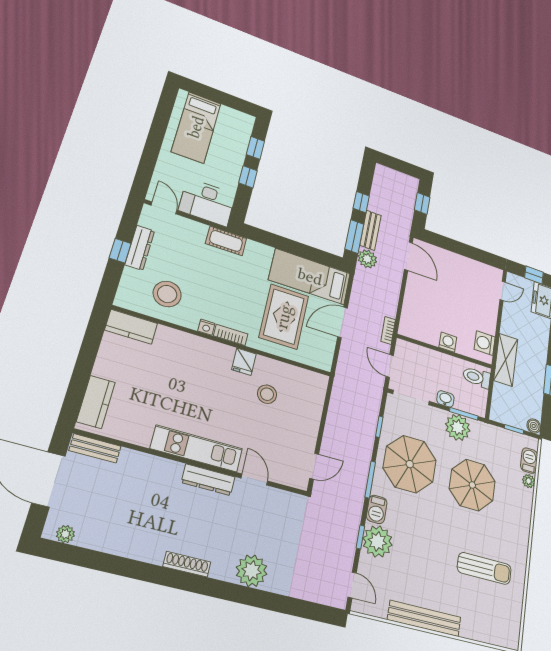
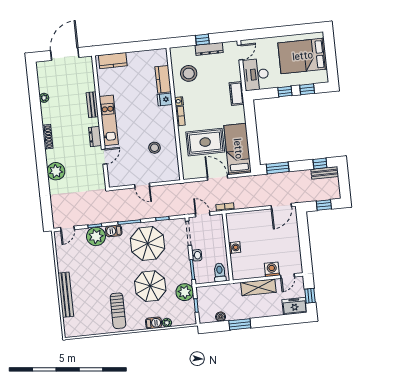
bed: (196, 127) -> (303, 56), width x1.50
window: (361, 202) -> (320, 164), moved
bench: (371, 230) -> (325, 173), moved
plant: (367, 259) -> (266, 180), removed
door: (503, 291) -> (288, 276), hinge flipped
kitchen counter: (131, 327) -> (163, 79), moved
washing machine: (485, 343) -> (272, 269), moved
shelving: (506, 360) -> (258, 287), moved
fridge: (244, 362) -> (165, 99), moved
door: (390, 366) -> (203, 214), hinge flipped
boiler: (534, 426) -> (221, 317), moved
plant: (458, 427) -> (185, 292), moved
bench: (95, 448) -> (92, 105), moved
barbecue: (529, 461) -> (154, 323), moved
door: (314, 466) -> (142, 186), moved
dresser: (208, 480) -> (95, 137), width x0.70
plant: (65, 534) -> (44, 98), moved
sun lounger: (484, 568) -> (118, 311), moved
bench: (424, 618) -> (66, 295), moved

